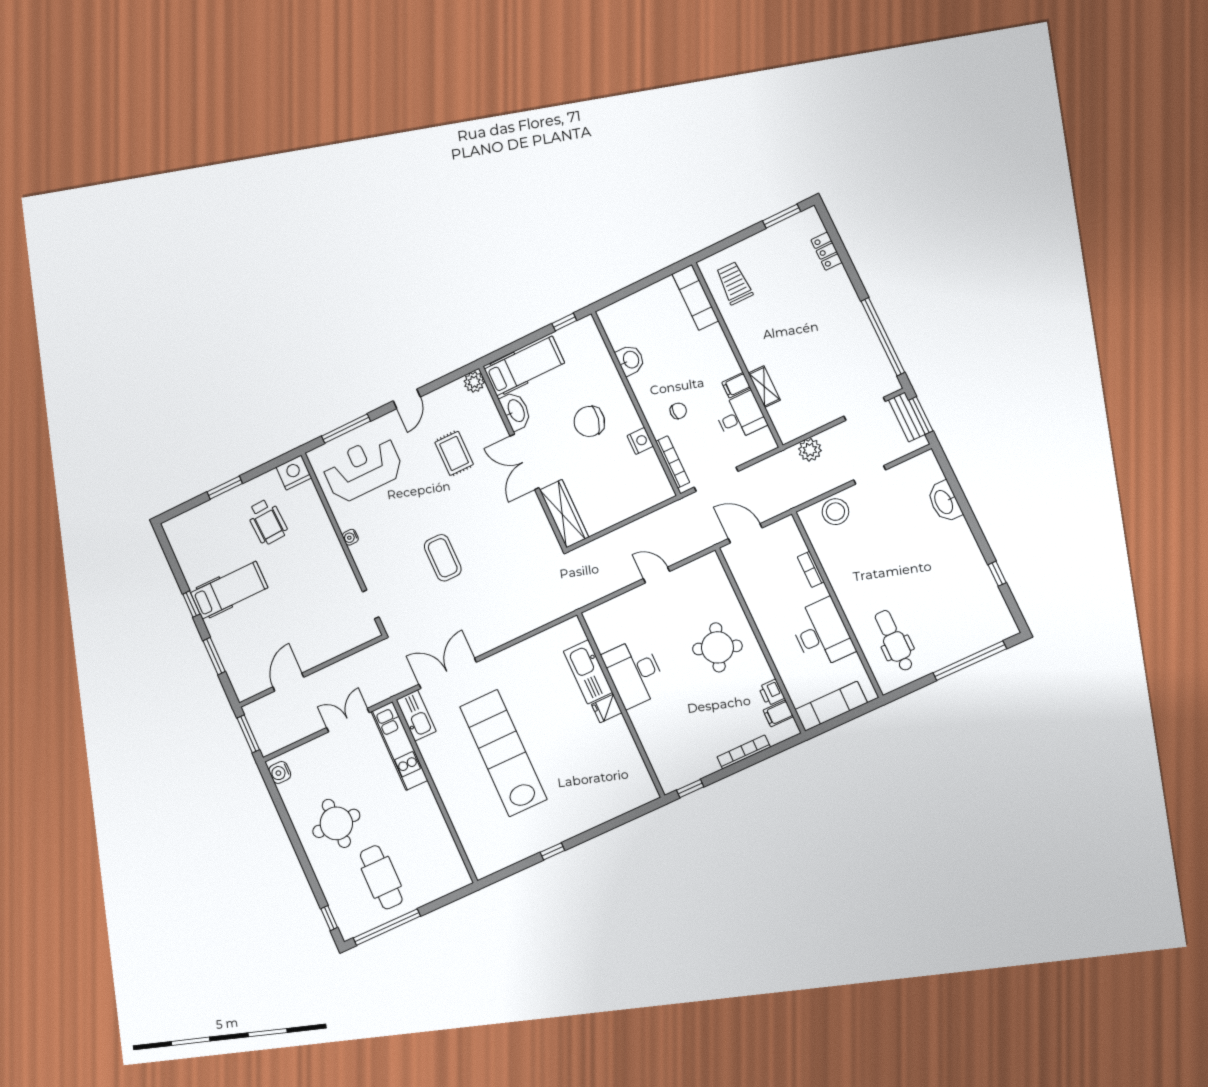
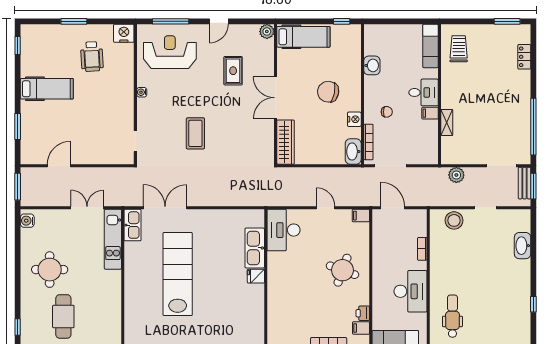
washbasin: (516, 411) -> (353, 151), moved, turned 180
desk: (740, 416) -> (424, 92), moved
filing cabinet: (708, 563) -> (361, 216), added
window: (191, 604) -> (18, 46), moved
desk: (634, 673) -> (284, 230), moved

